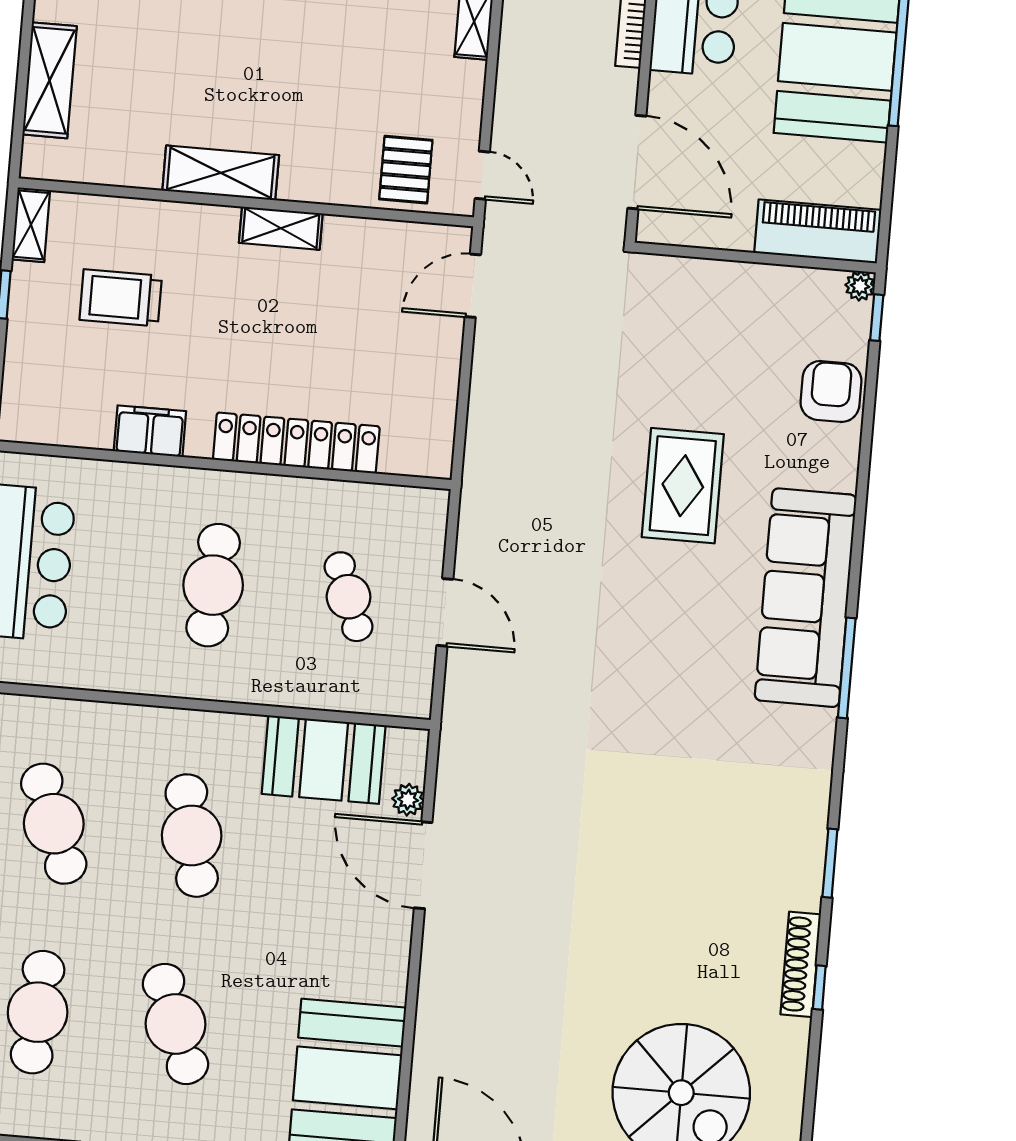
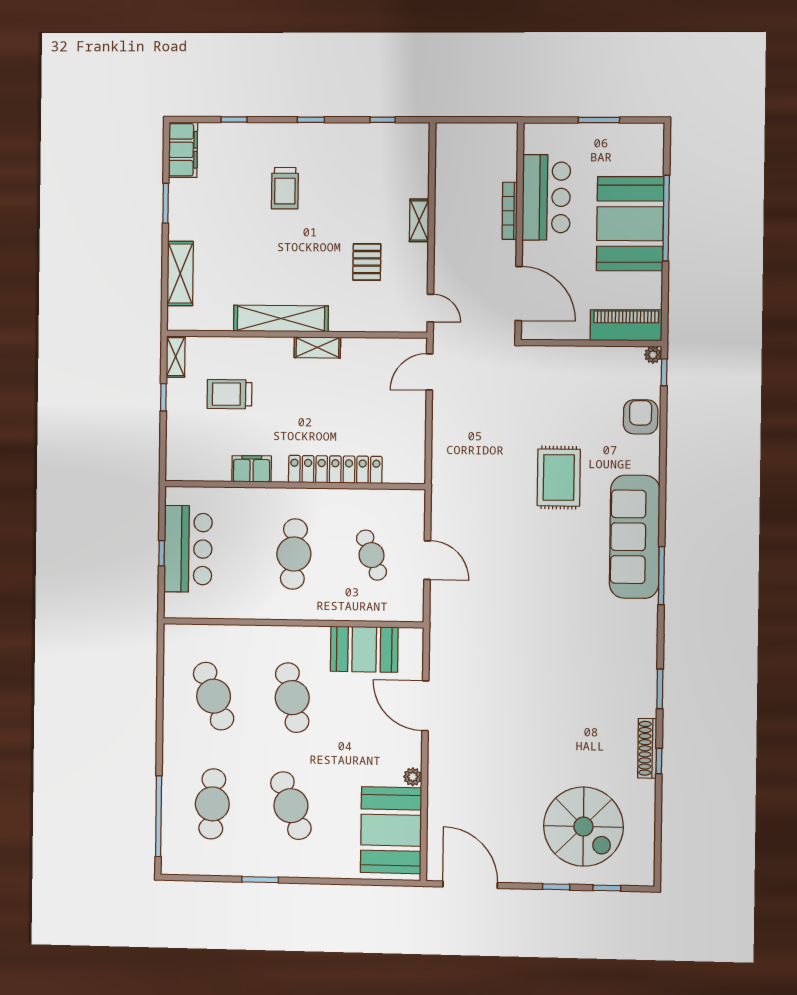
pallet: (406, 170) -> (367, 262), moved
shelving: (221, 173) -> (281, 319), width x1.47
plant: (408, 800) -> (413, 777), moved

